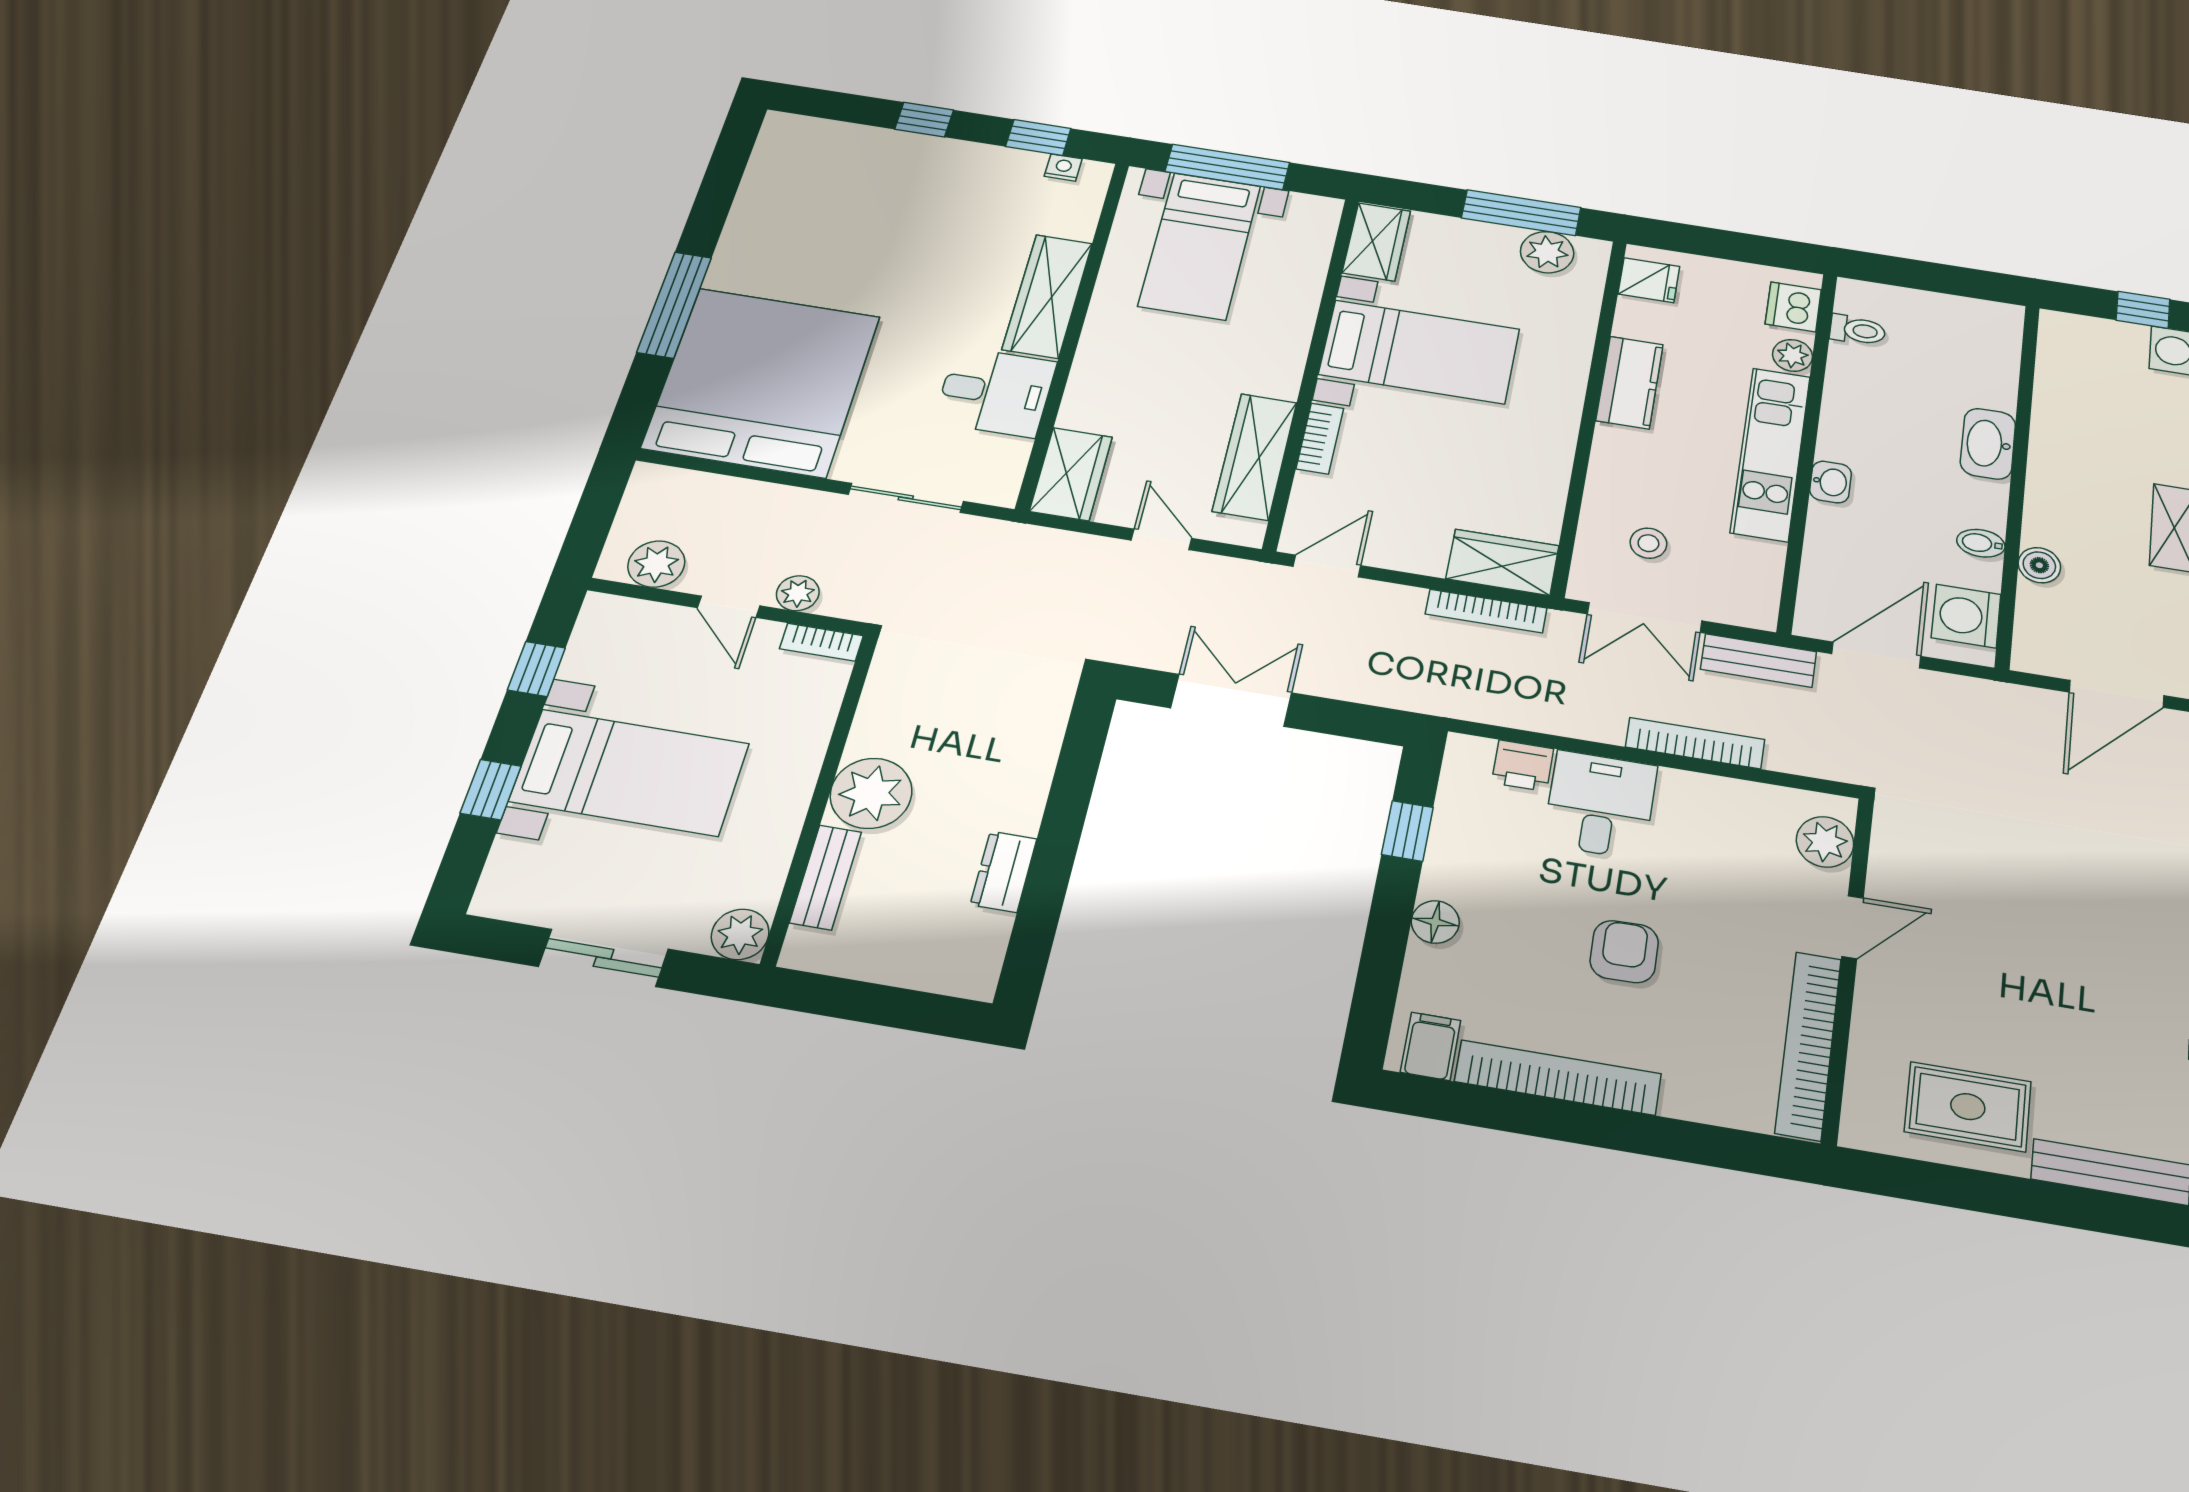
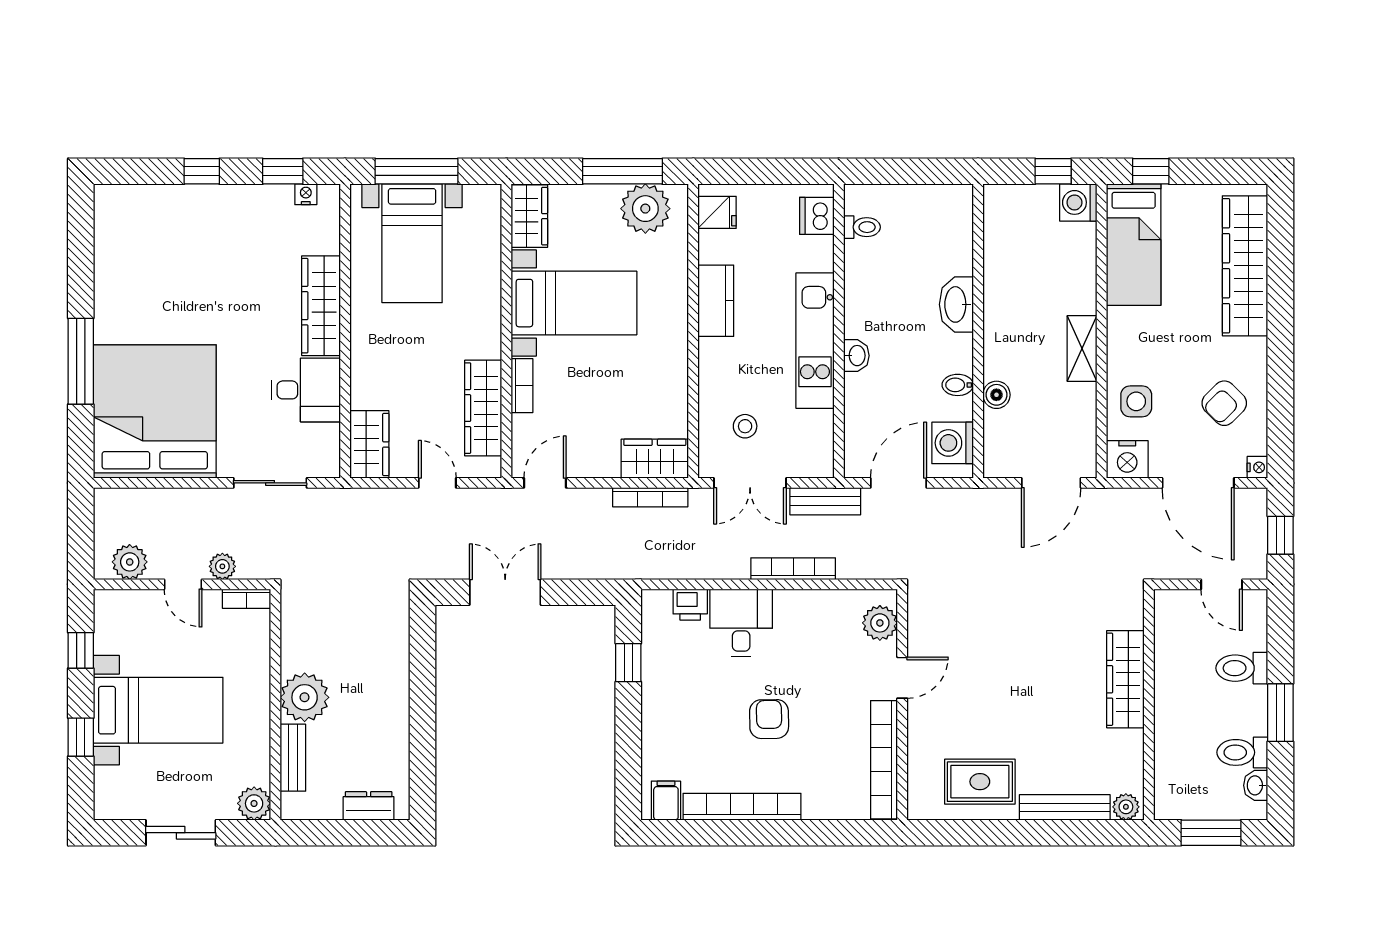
plant: (1547, 252) -> (645, 209), width x1.36, depth x1.36
plant: (1793, 355) -> (821, 257), removed
dresser: (1004, 872) -> (369, 806), moved, turned 90
floor lamp: (1435, 922) -> (655, 720), removed

